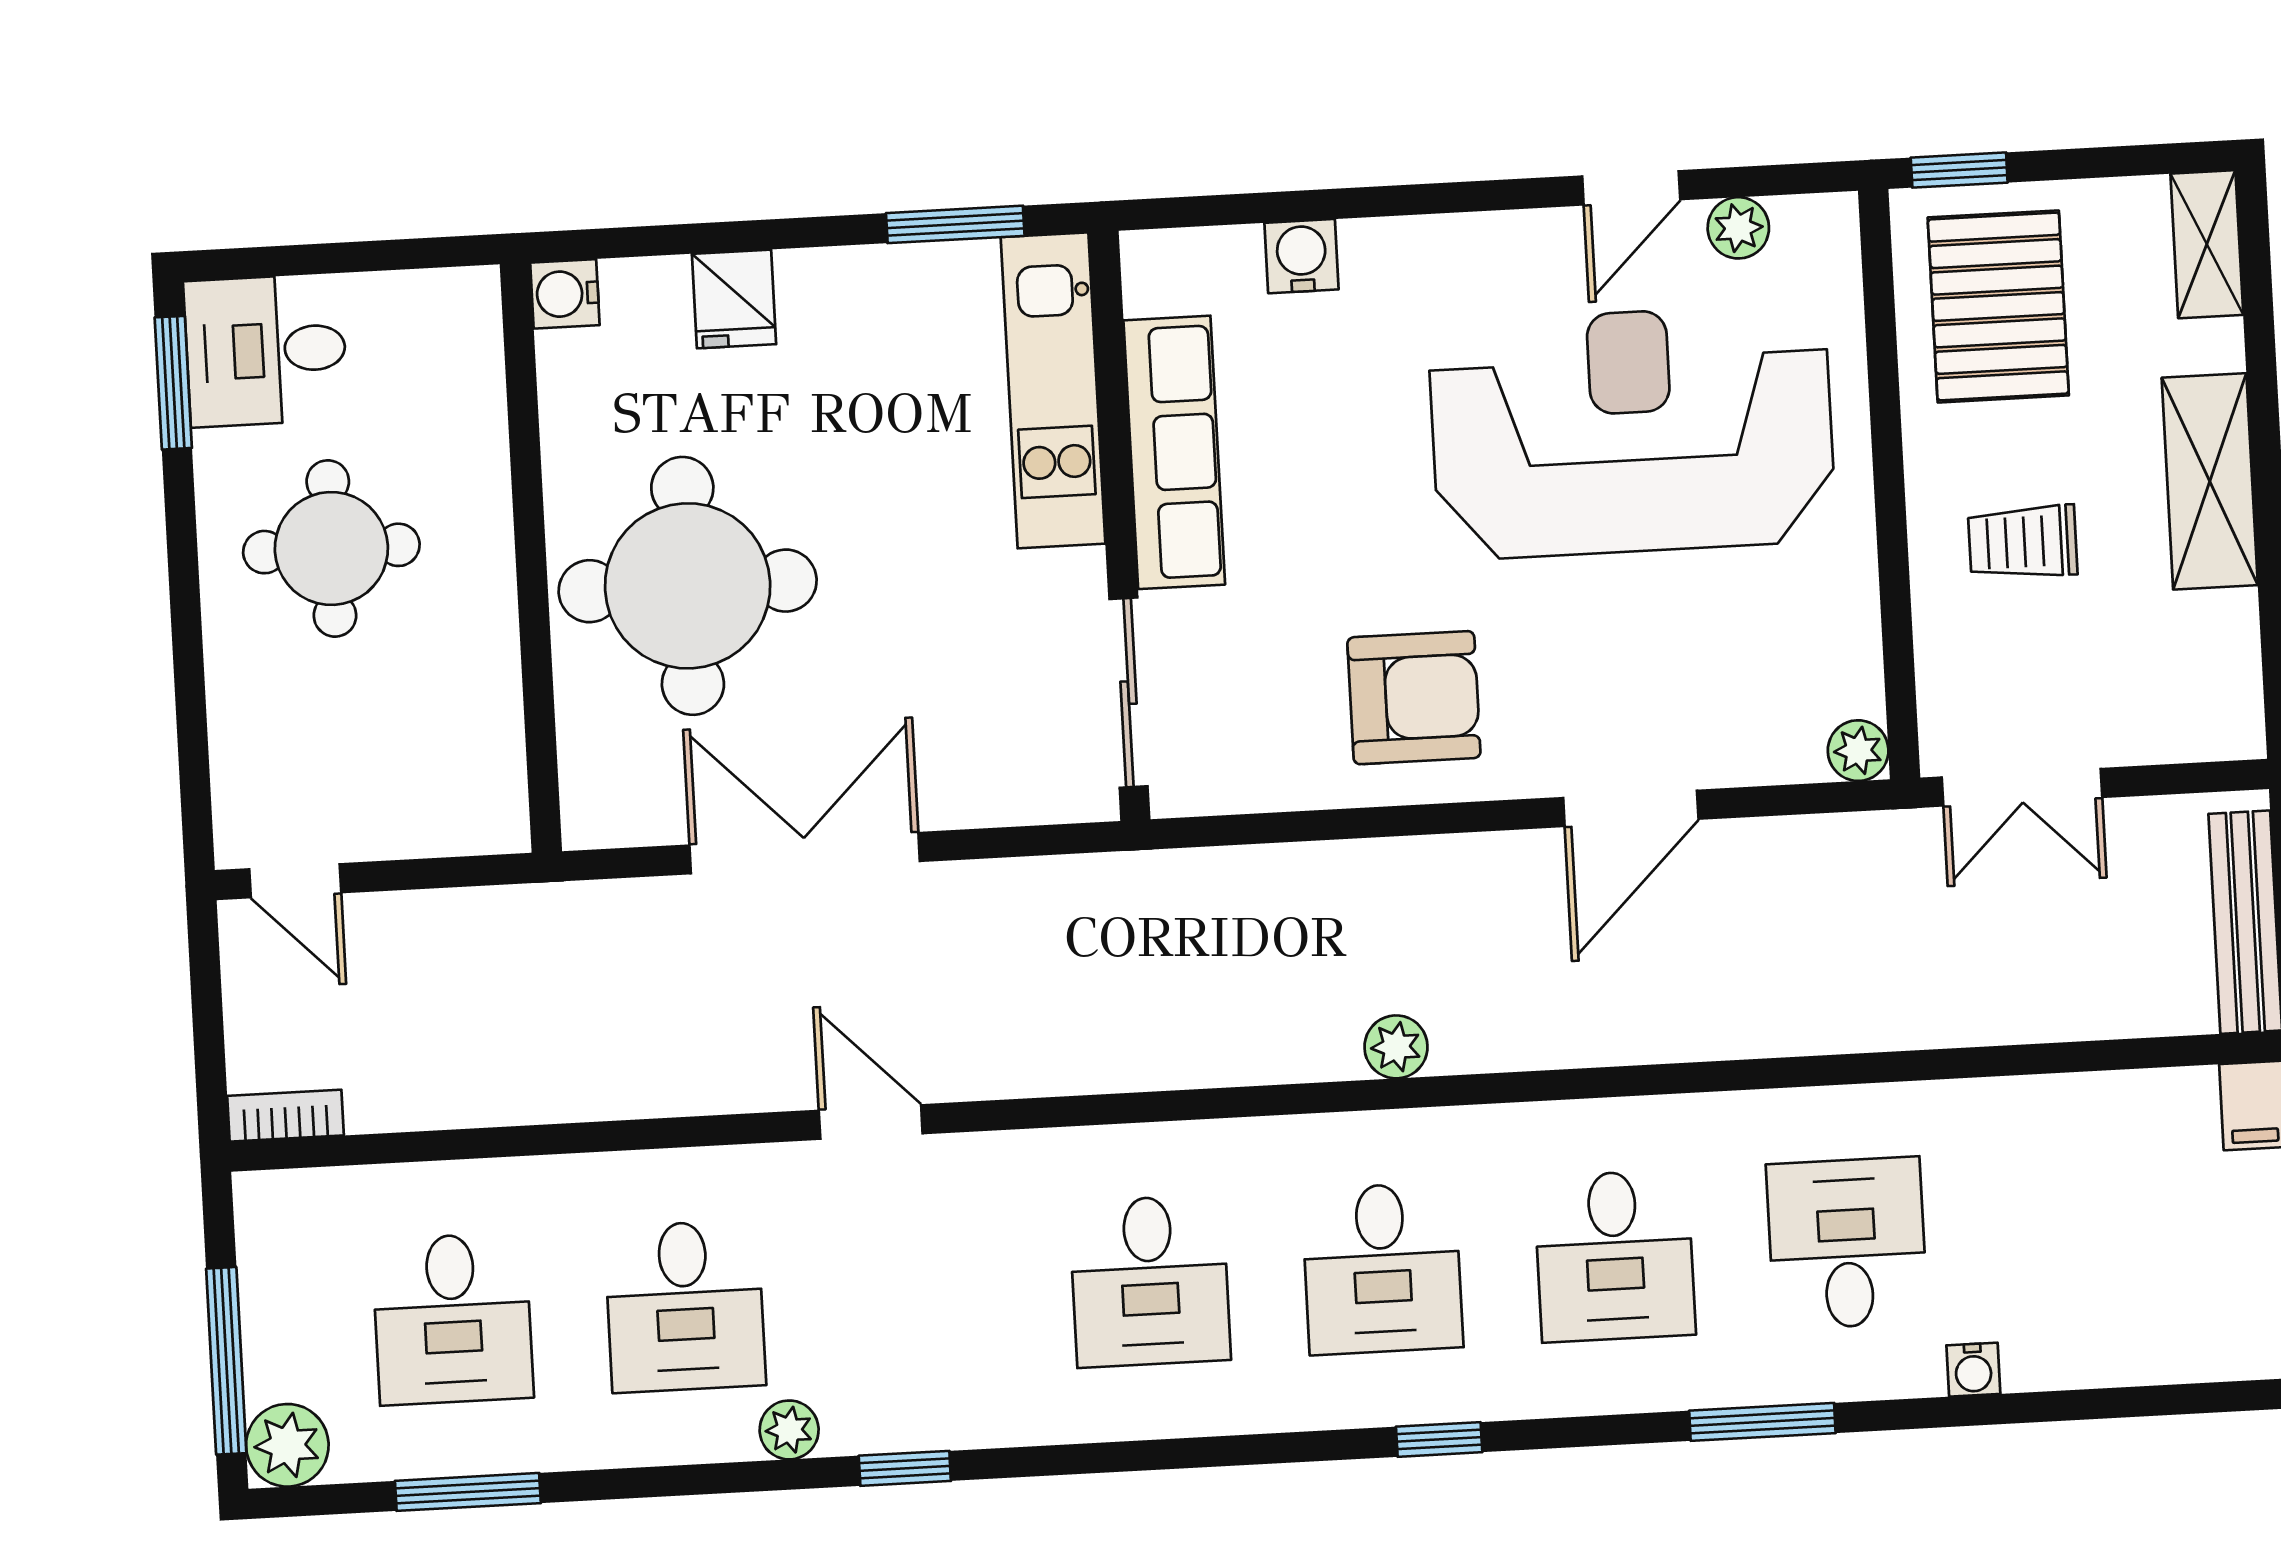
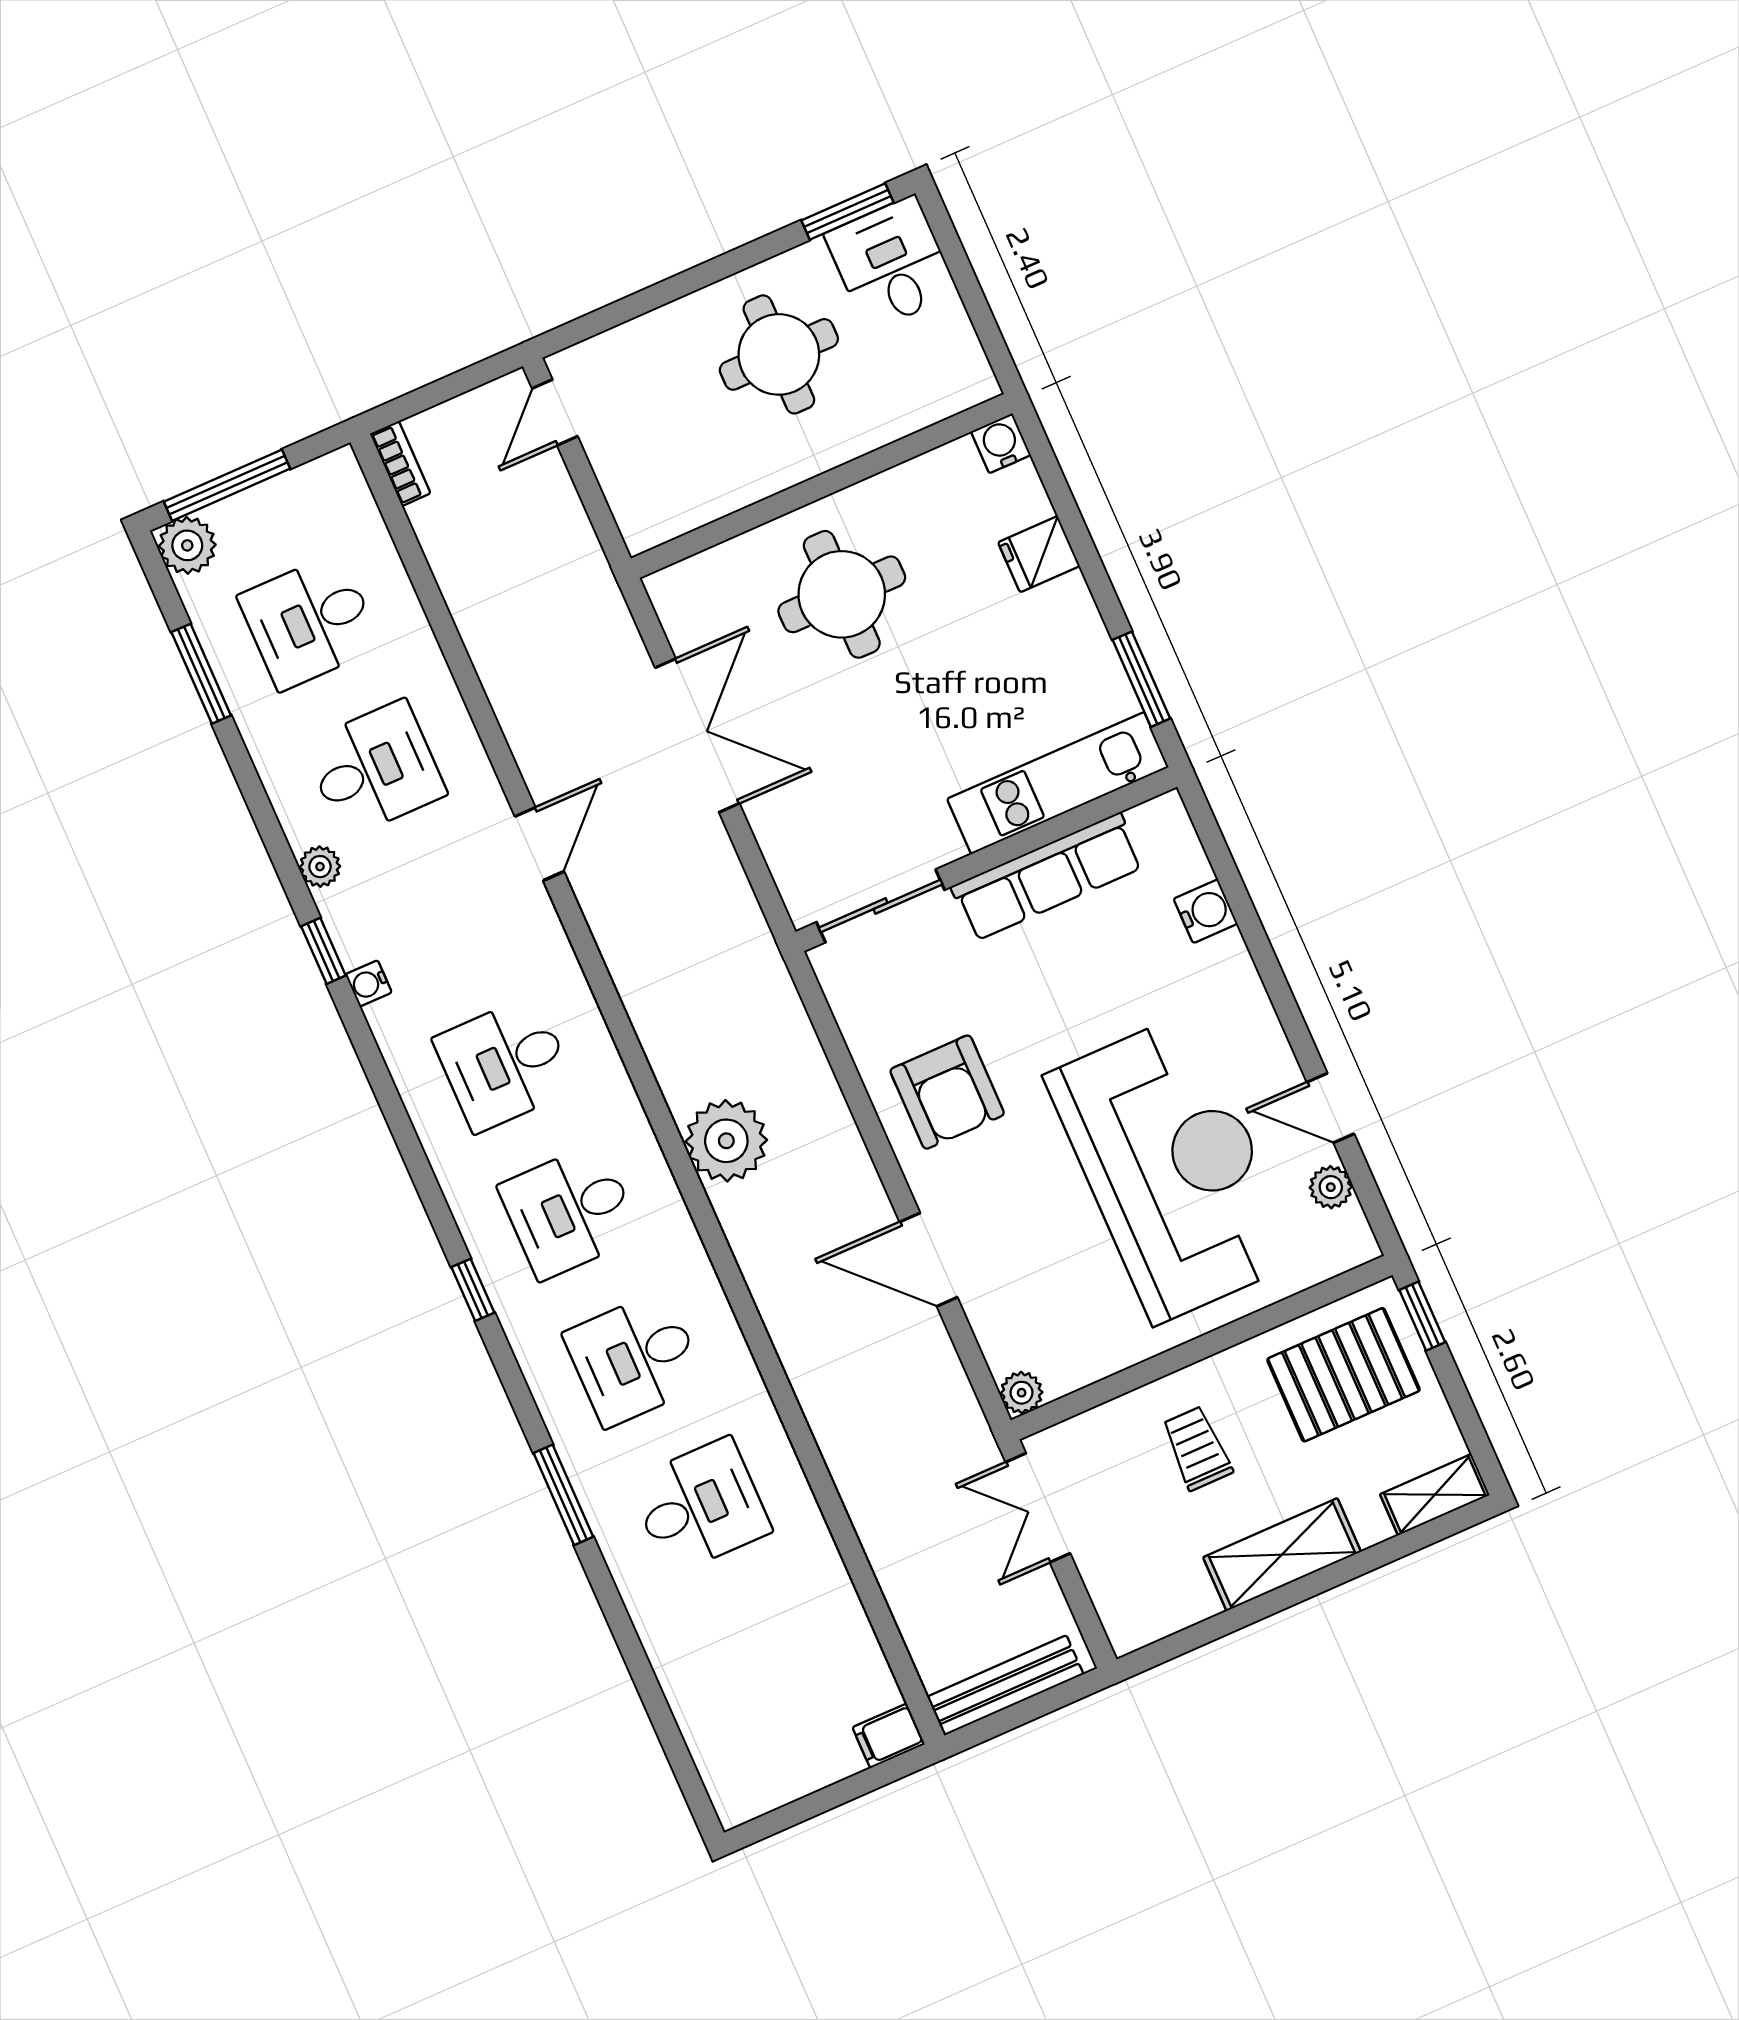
round table: (688, 586) -> (842, 594), width x0.73, depth x0.73
plant: (1396, 1047) -> (726, 1141), width x1.87, depth x1.87
desk: (685, 1306) -> (375, 769), turned 180
water cooler: (1973, 1370) -> (369, 983), moved

